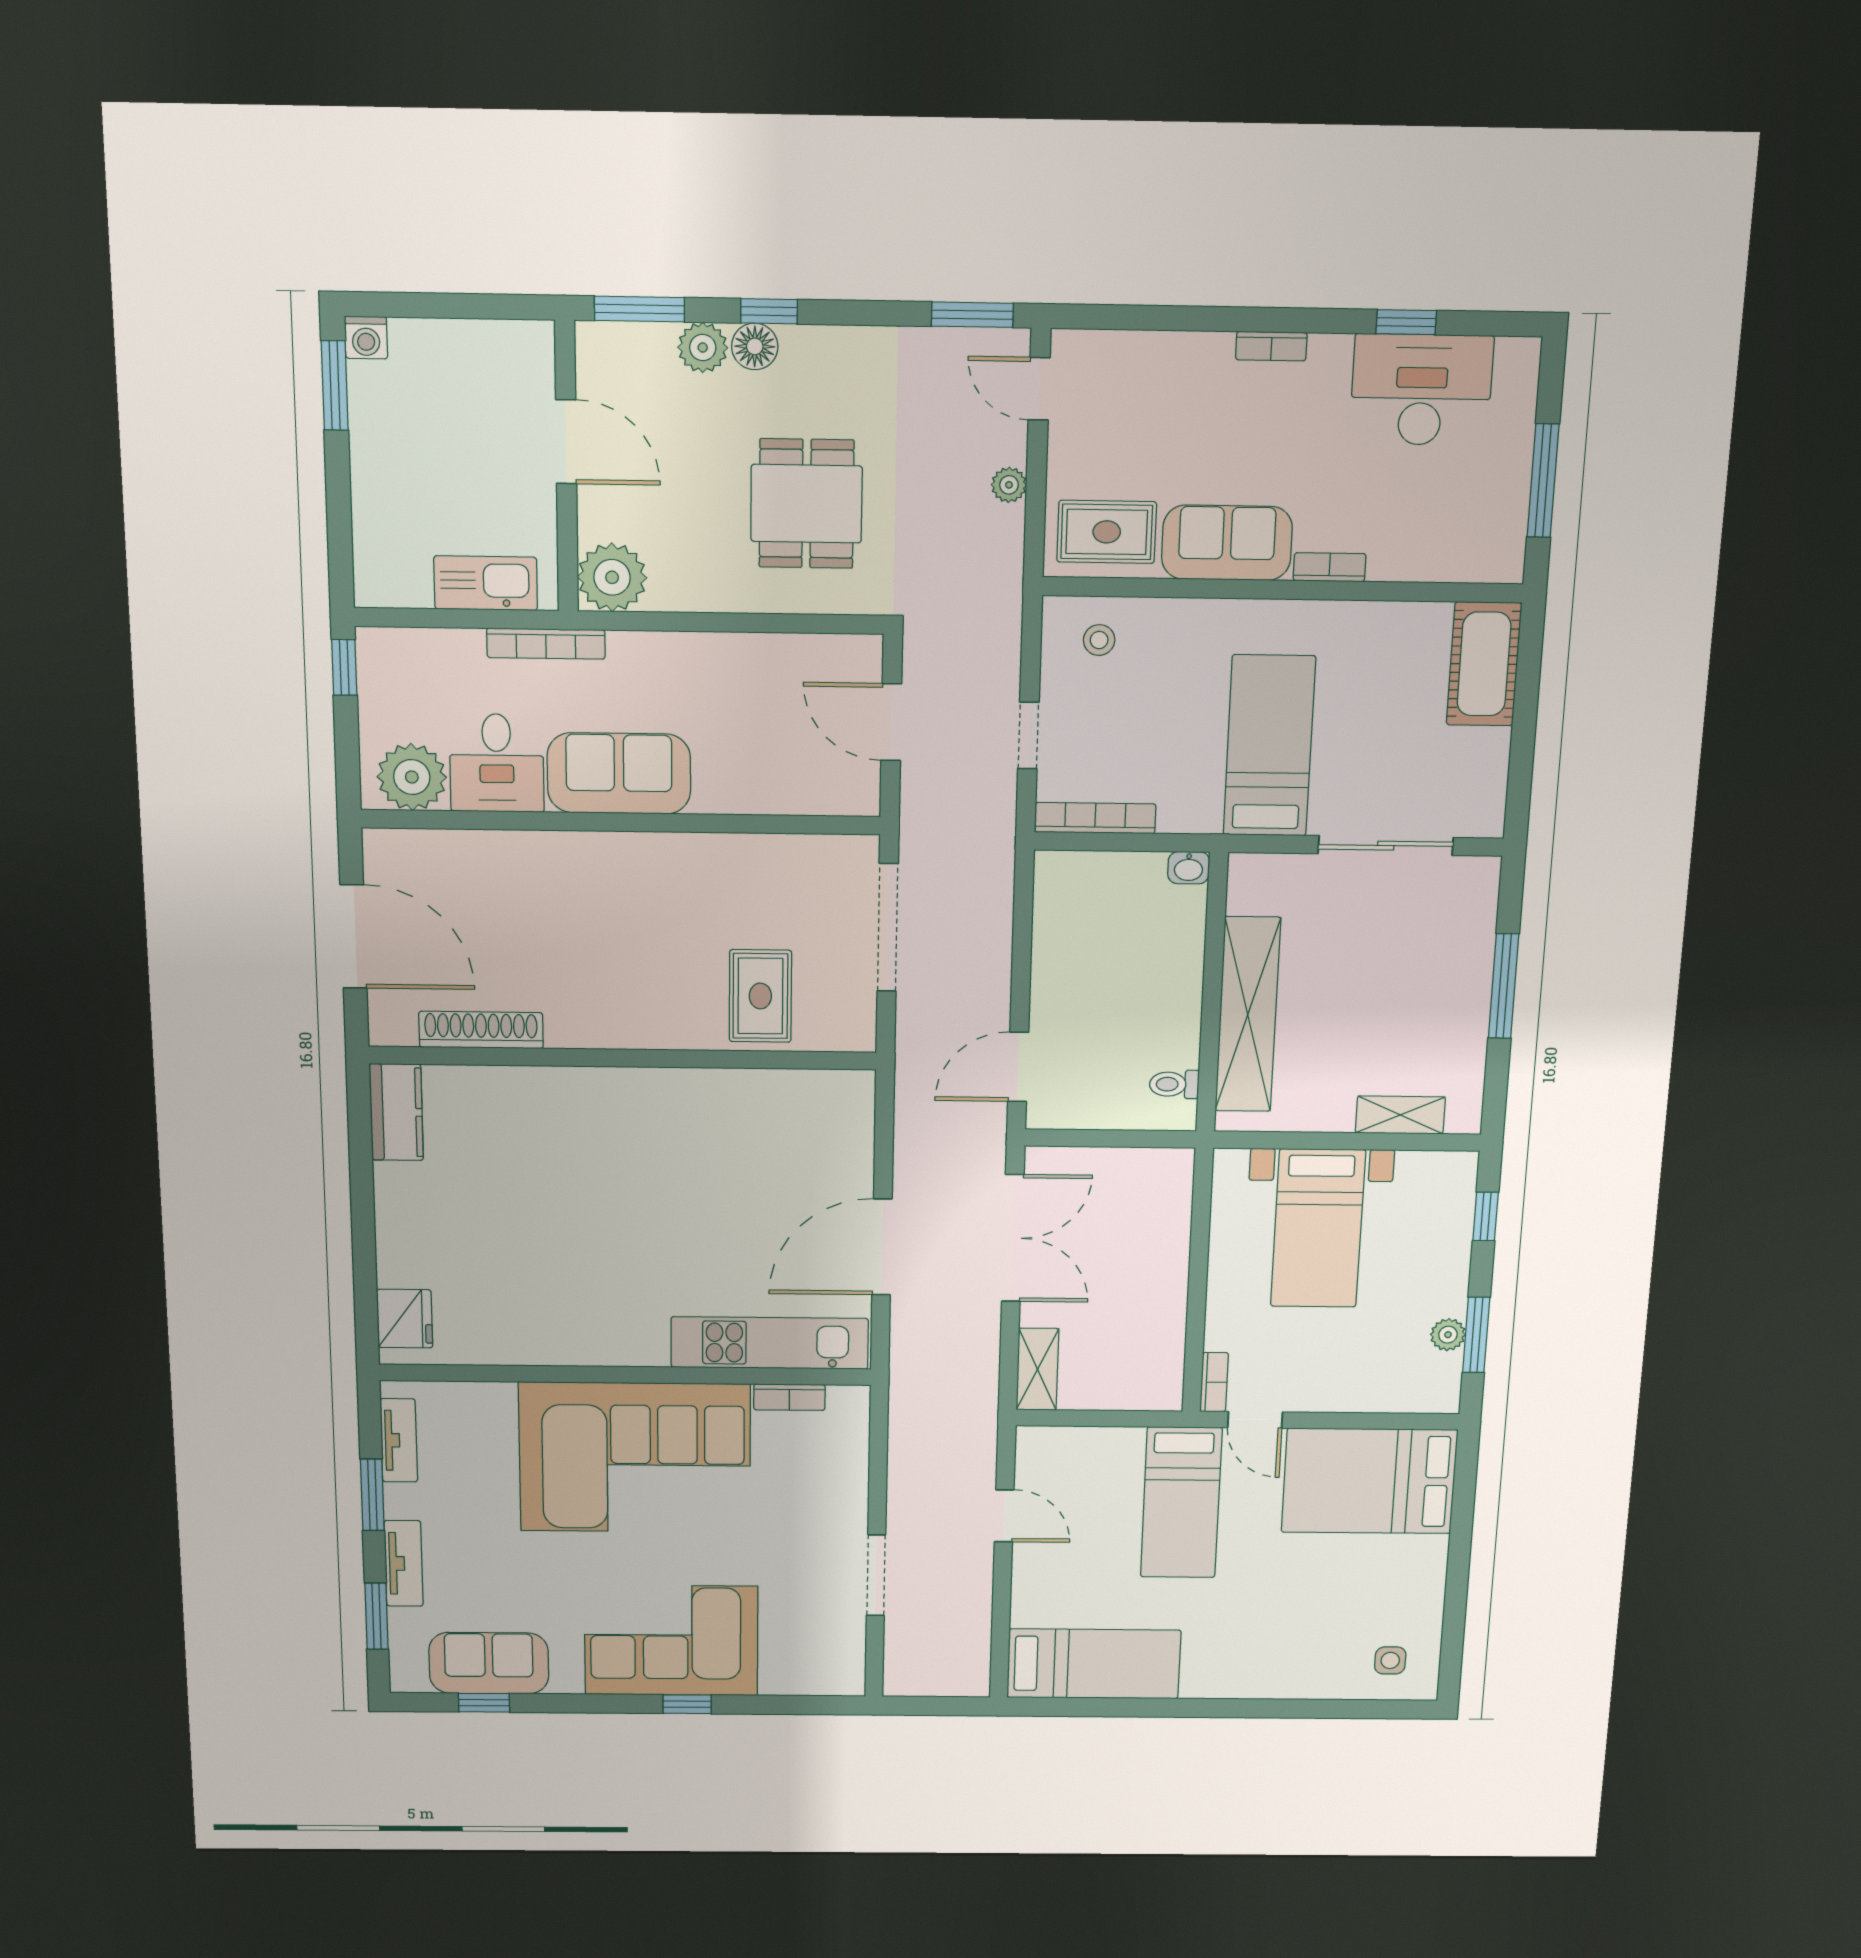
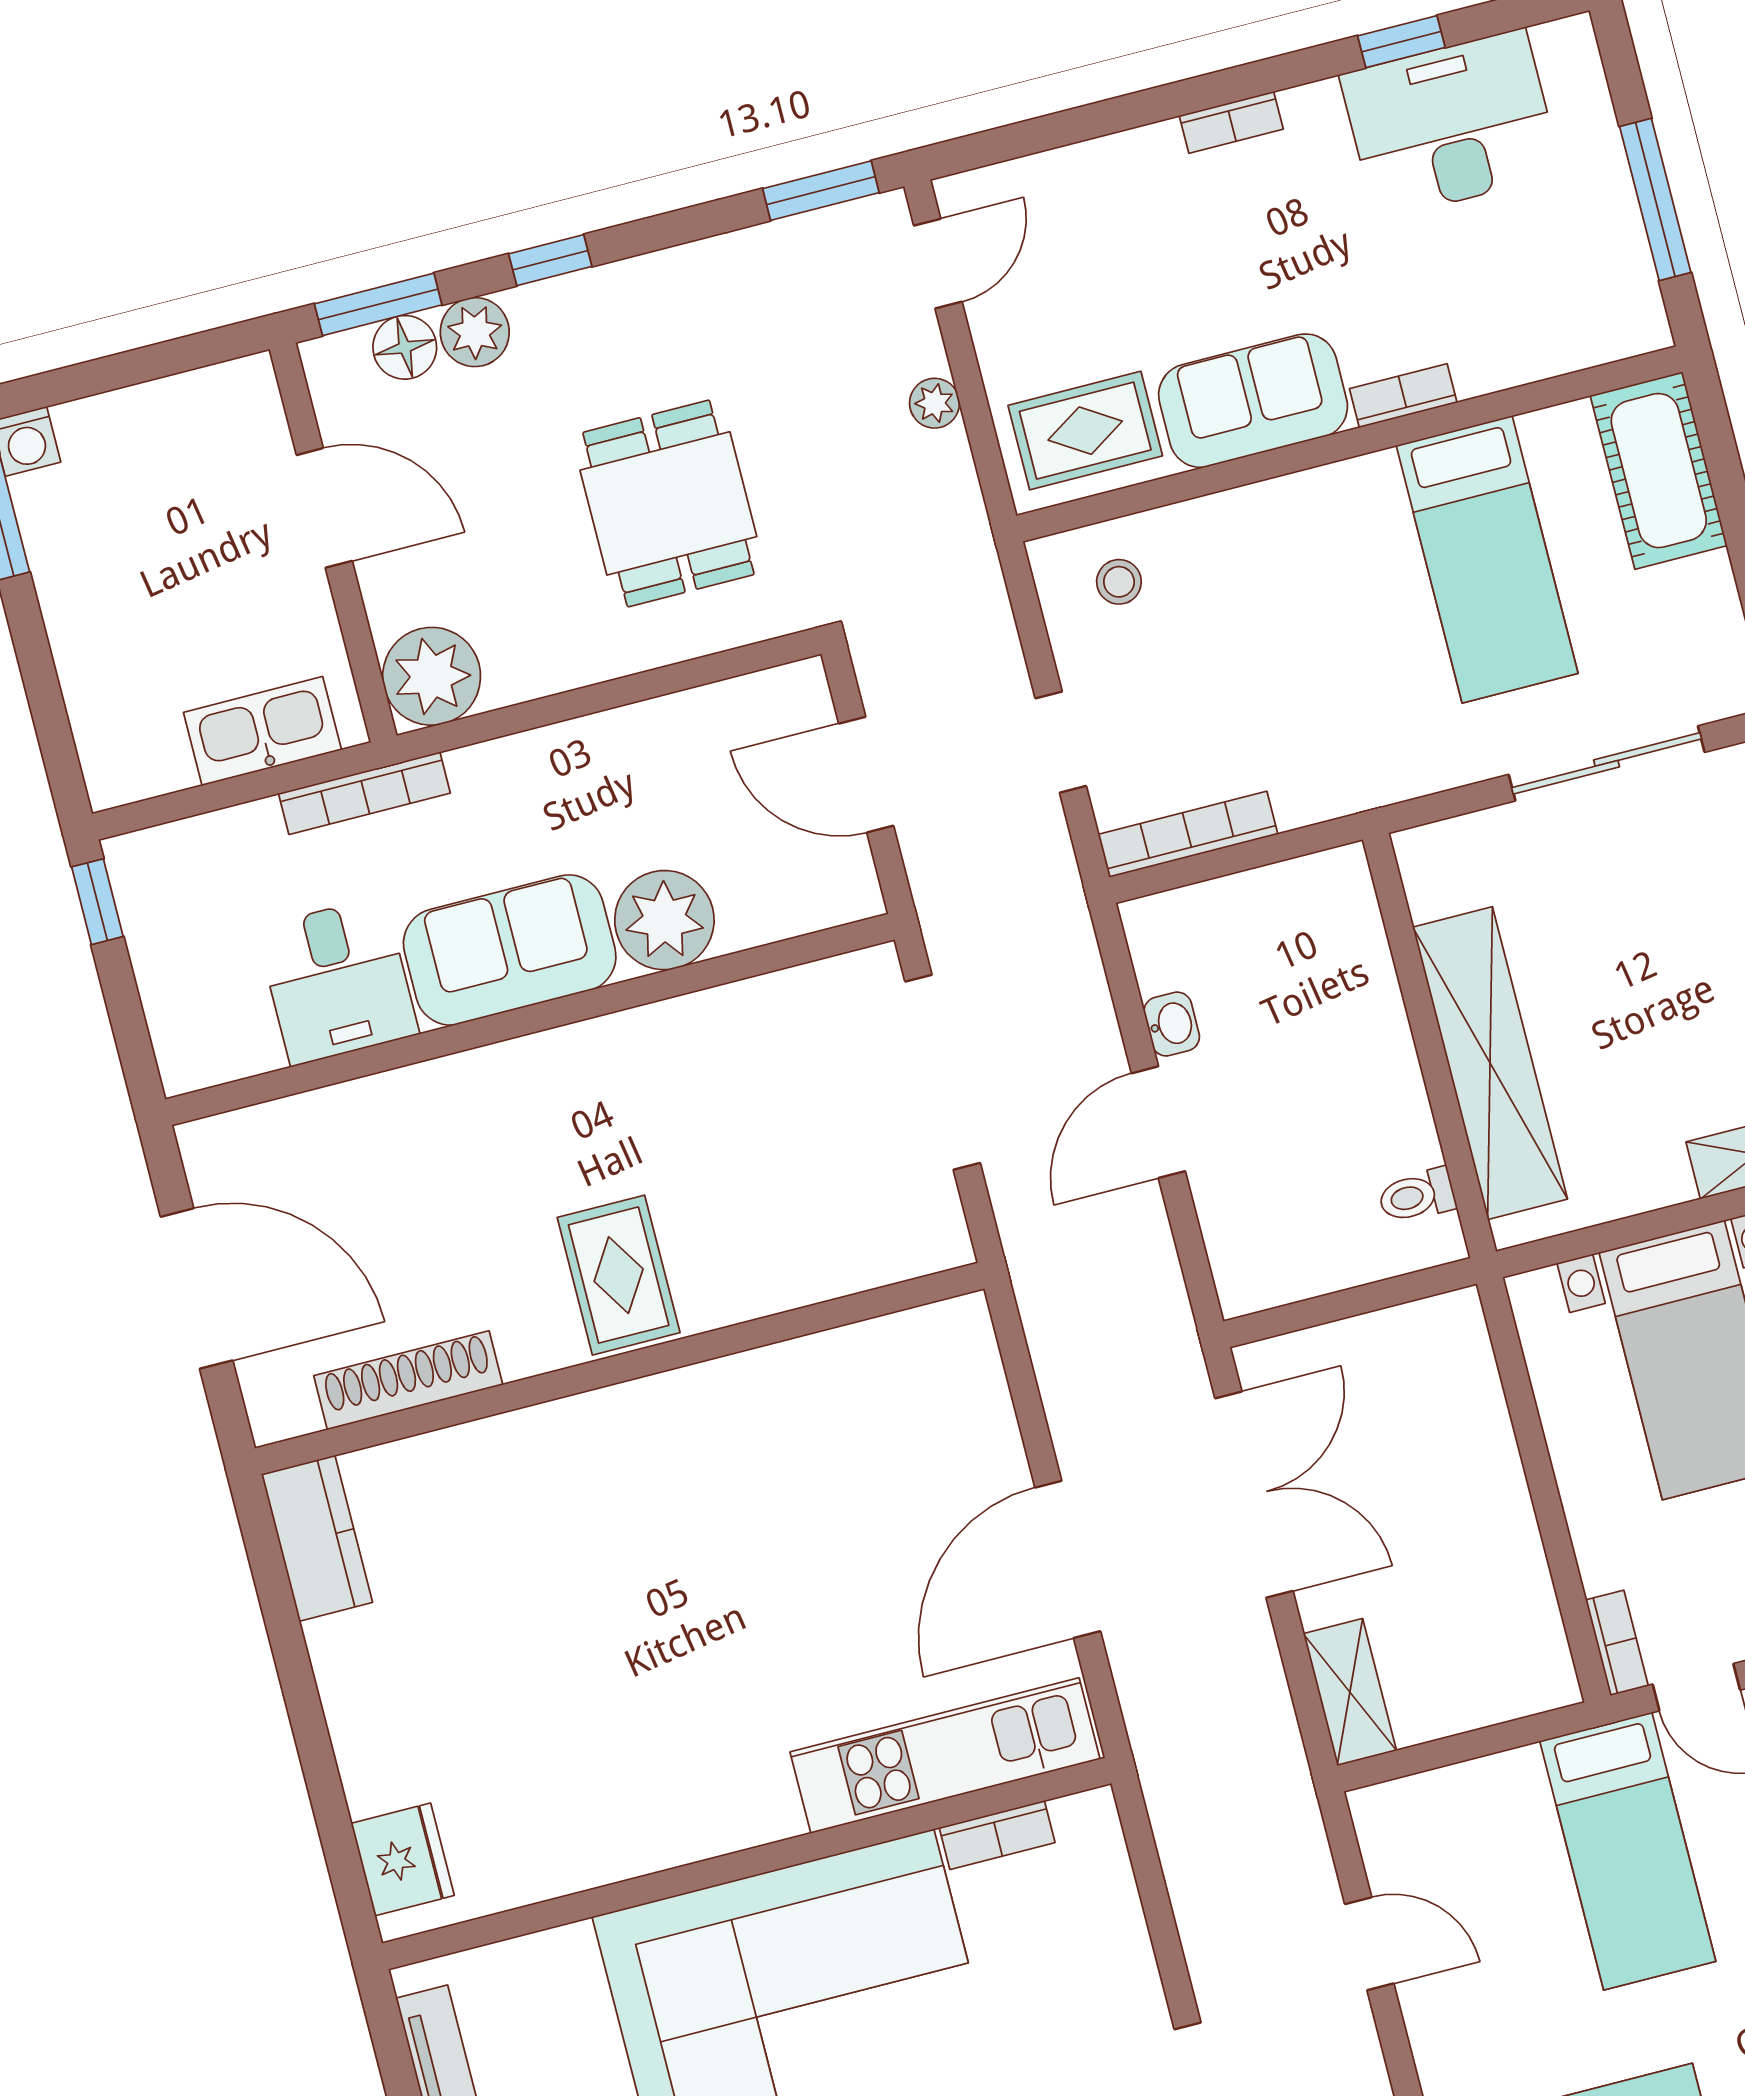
floor lamp: (755, 346) -> (405, 347), moved
door: (1039, 389) -> (938, 264), swing flipped
bed: (1269, 746) -> (1487, 559), moved, turned 180
plant: (412, 777) -> (664, 920), moved
washbasin: (1189, 868) -> (1172, 1024), moved, turned -90
rug: (760, 996) -> (619, 1275), moved
door: (1018, 1067) -> (1158, 1122), moved

